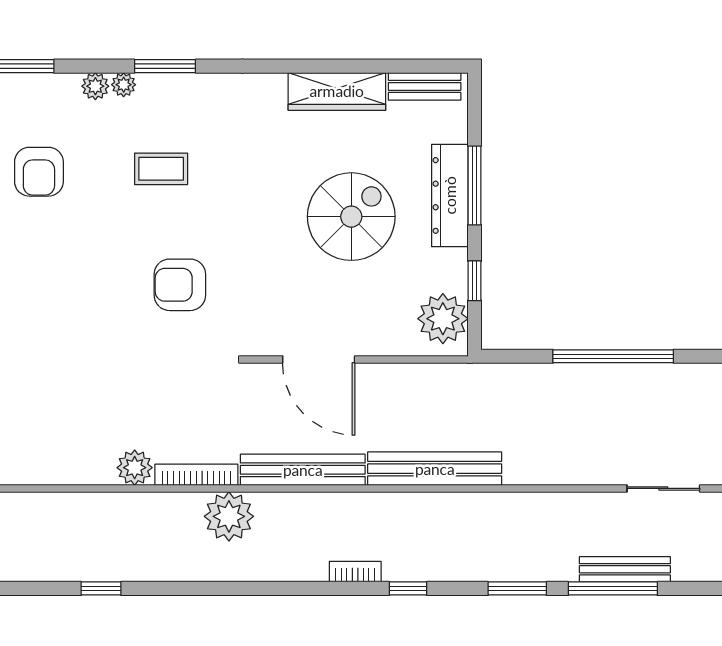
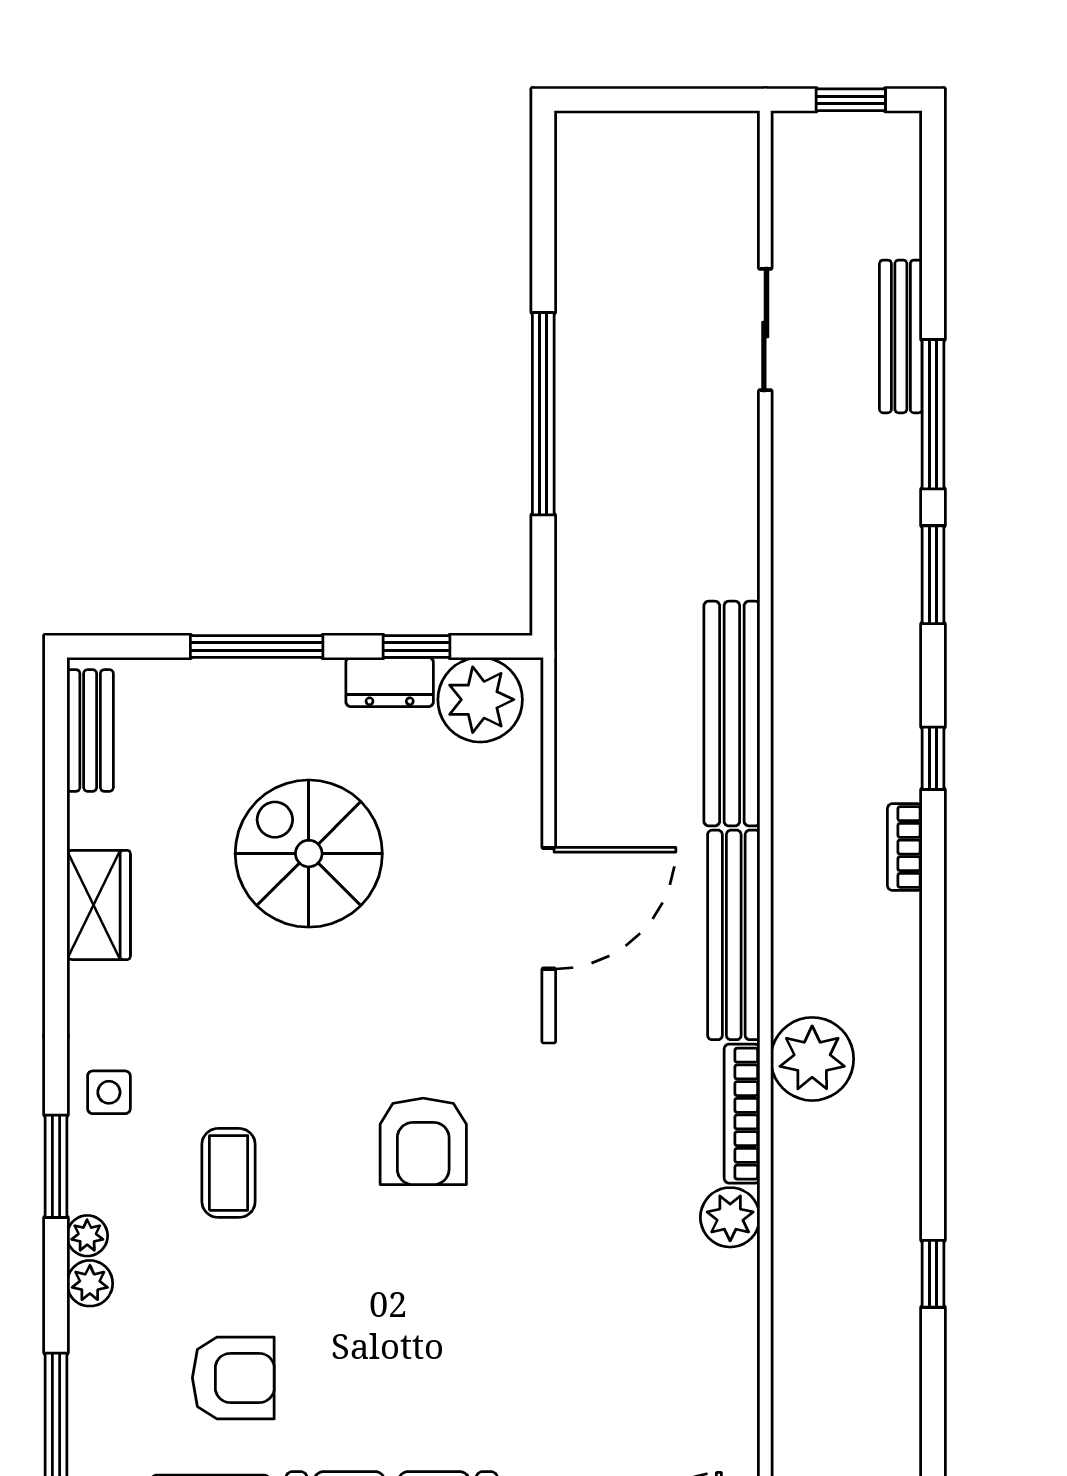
wardrobe: (337, 91) -> (99, 905), width x0.67
side table: (209, 98) -> (109, 1092), added
dresser: (450, 195) -> (390, 682), moved, width x0.51, depth x0.80
bench: (625, 569) -> (901, 336), moved

